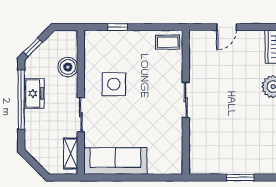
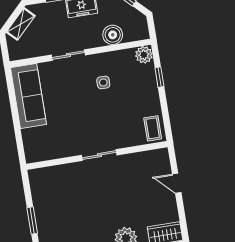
plant: (93, 39) -> (144, 55), added
side table: (114, 84) -> (103, 82), width x0.54, depth x0.54
shelving: (71, 153) -> (21, 24), moved, turned -45

